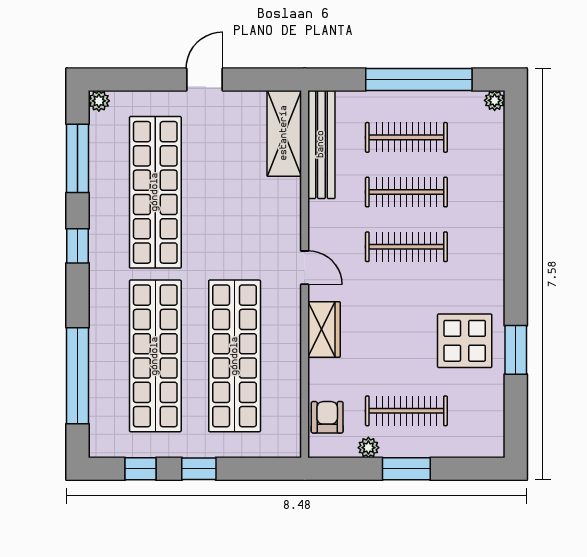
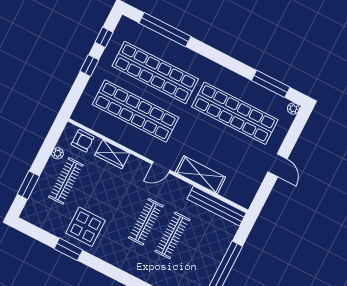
shelving: (284, 133) -> (200, 175), moved
clothes rail: (406, 137) -> (199, 249), removed
window: (78, 246) -> (228, 62), removed
wardrobe: (324, 330) -> (112, 154), moved
window: (406, 469) -> (28, 185), moved

